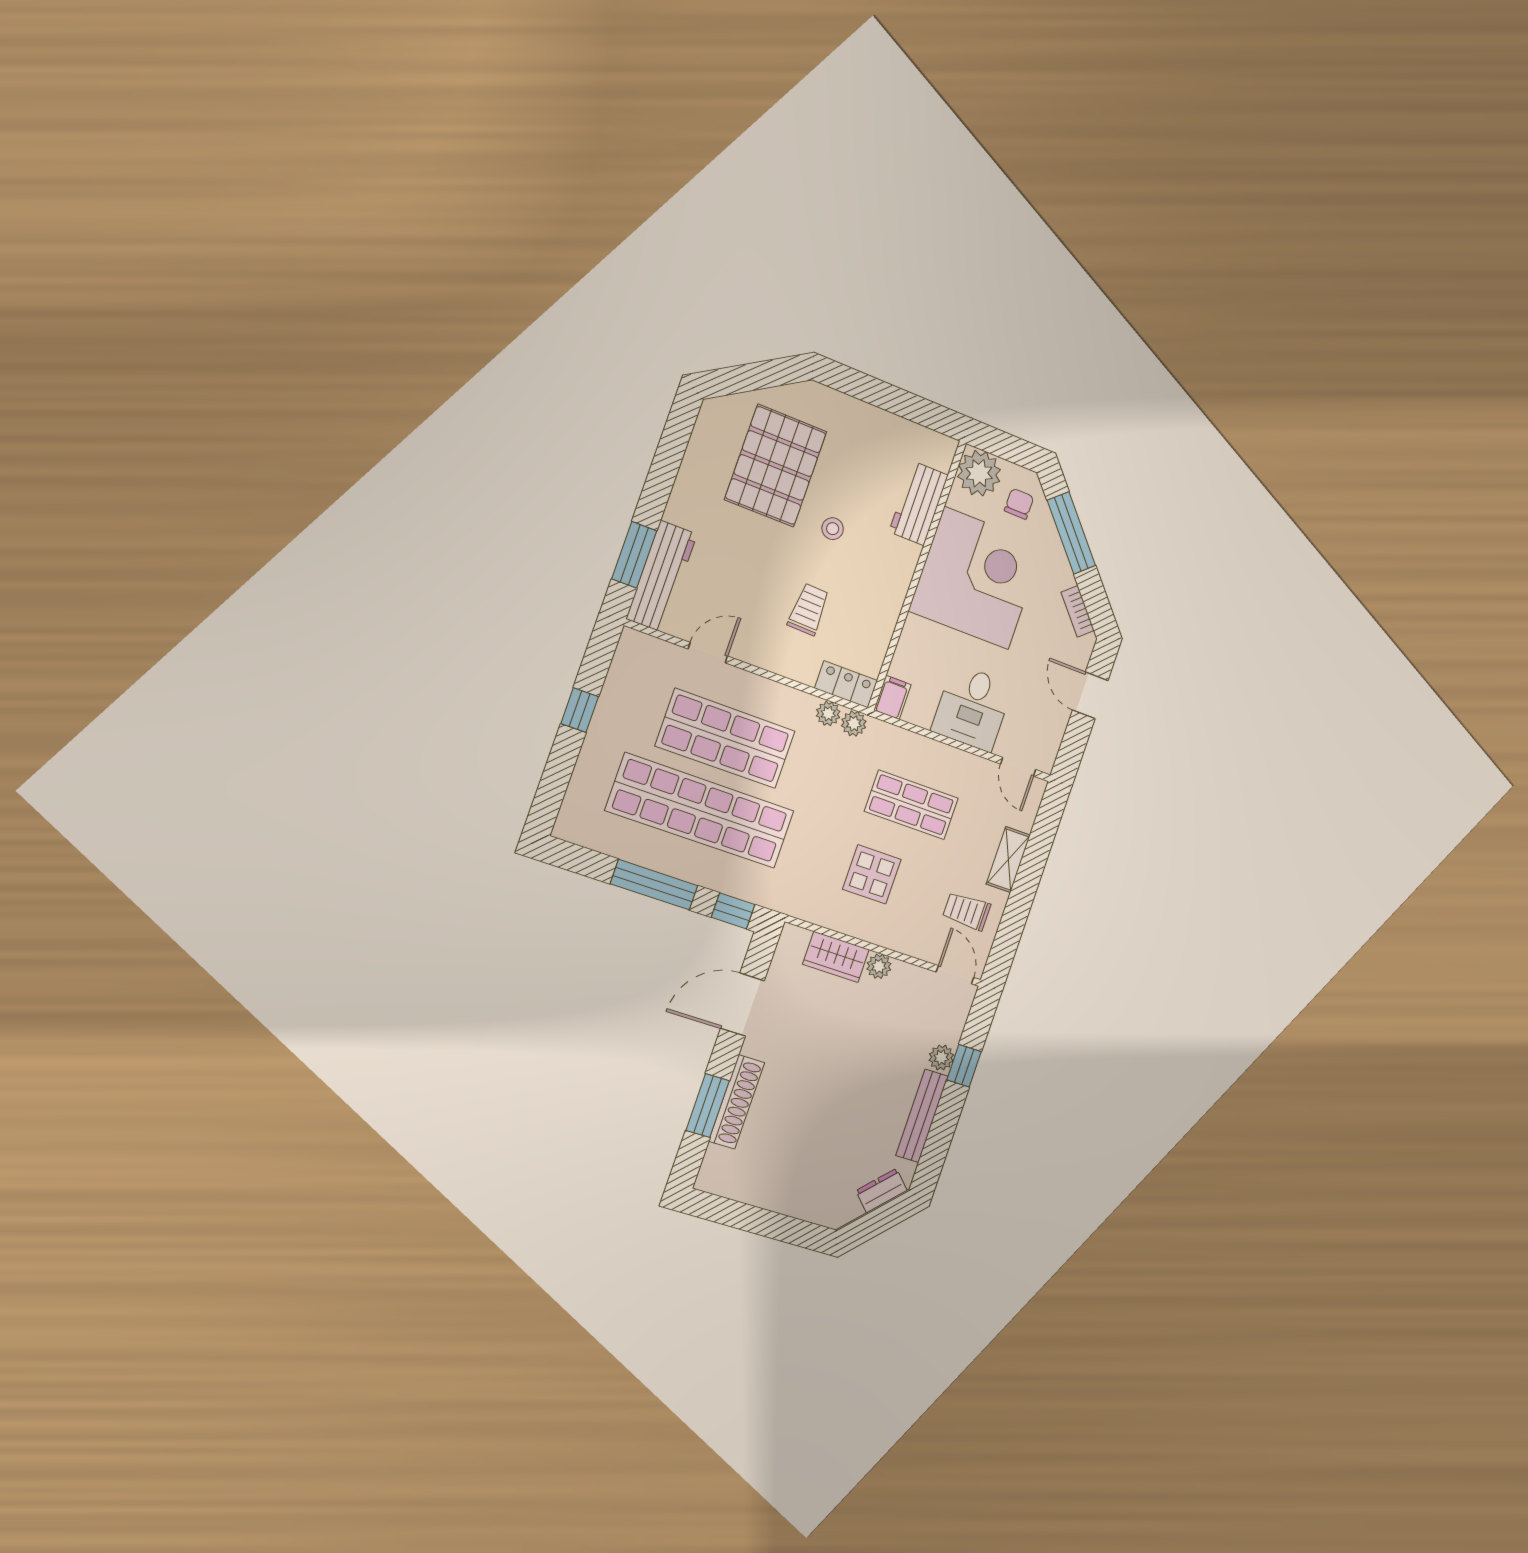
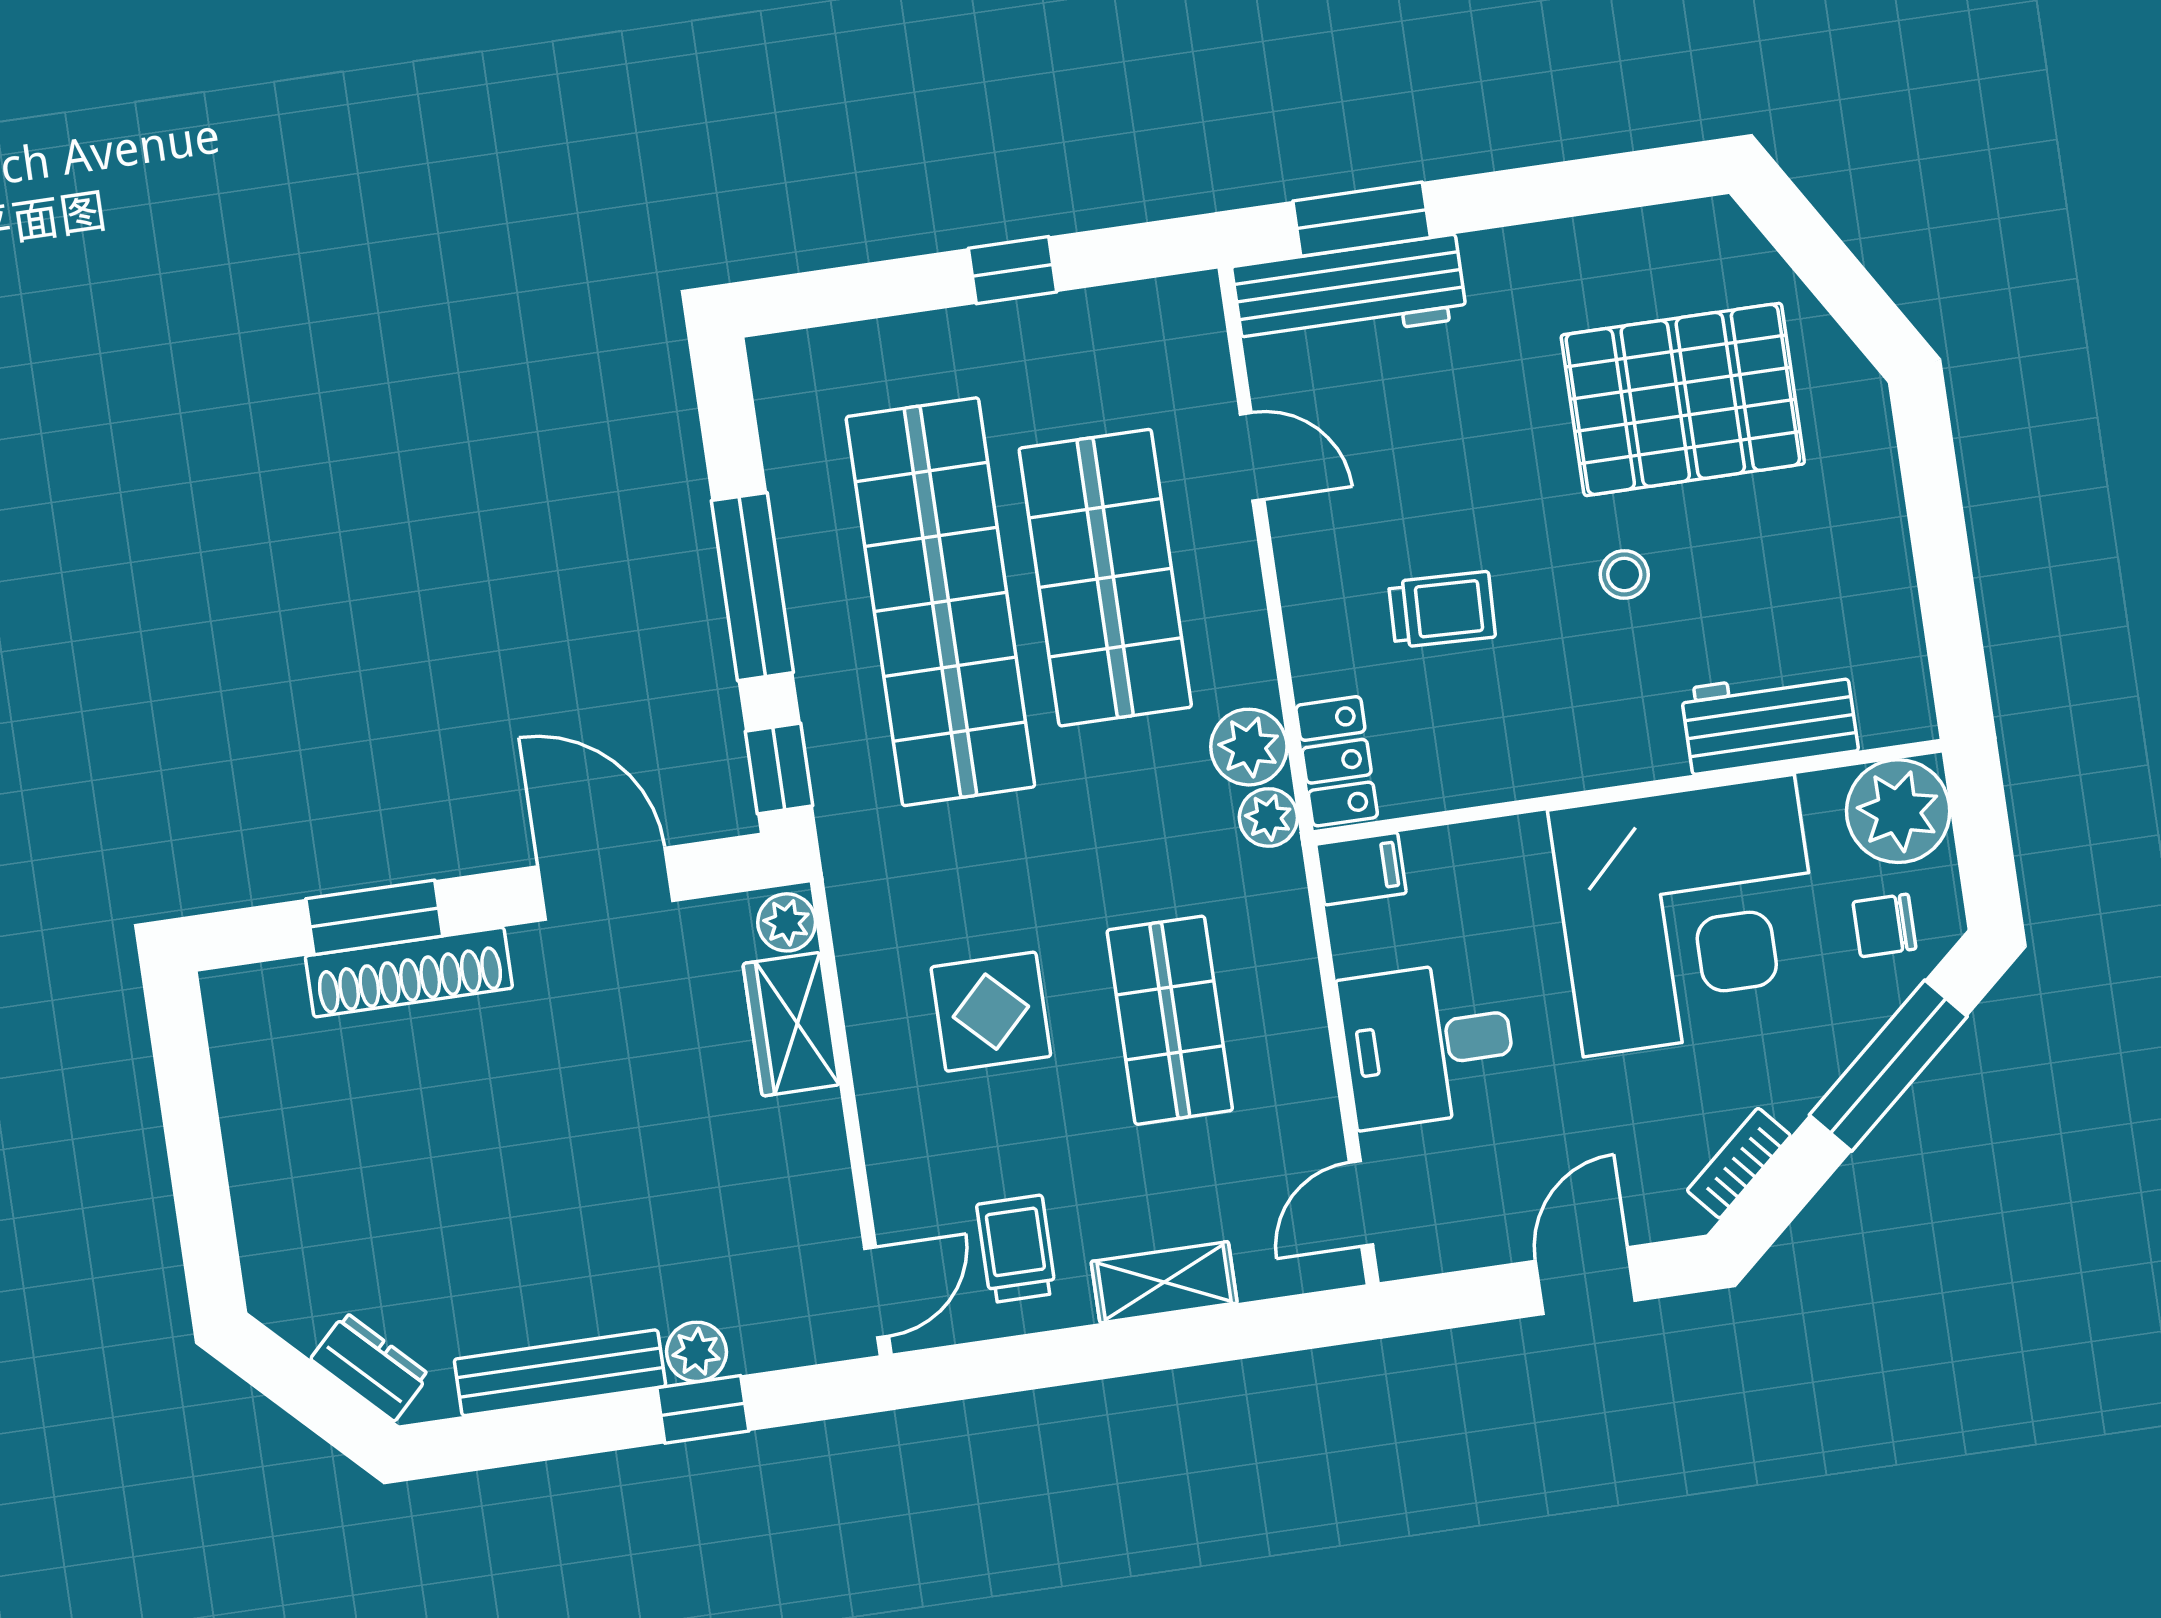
chair: (1019, 504) -> (1884, 925), turned 180
plant: (828, 714) -> (1249, 747), width x1.38, depth x1.38
plant: (879, 966) -> (787, 922), moved

